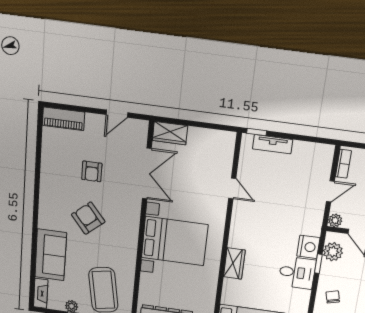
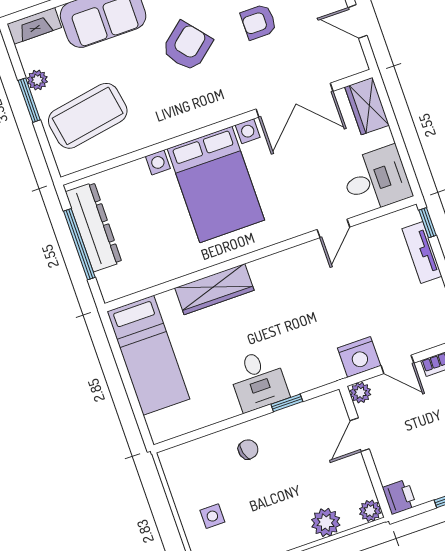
desk: (216, 149) -> (376, 179), added
nightstand: (308, 247) -> (359, 357), moved
plant: (333, 252) -> (314, 414), removed
wardrobe: (234, 263) -> (214, 289), width x1.50

